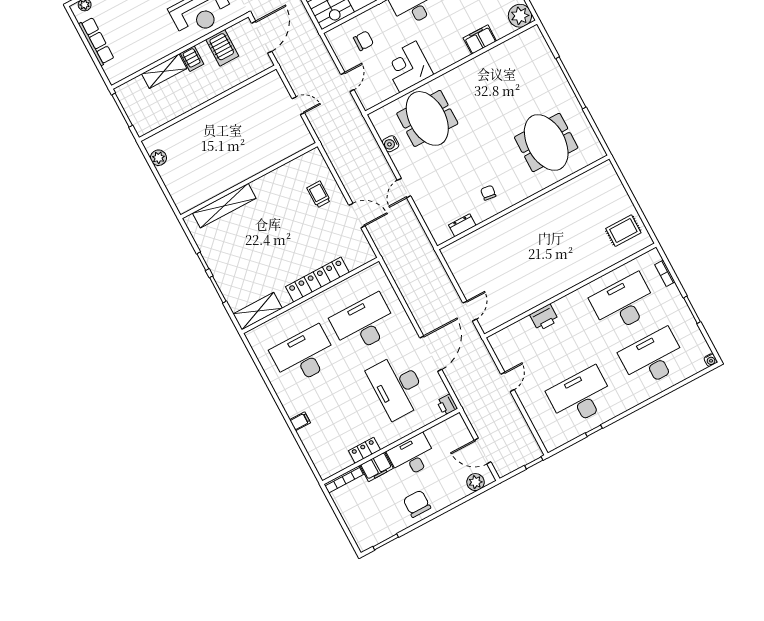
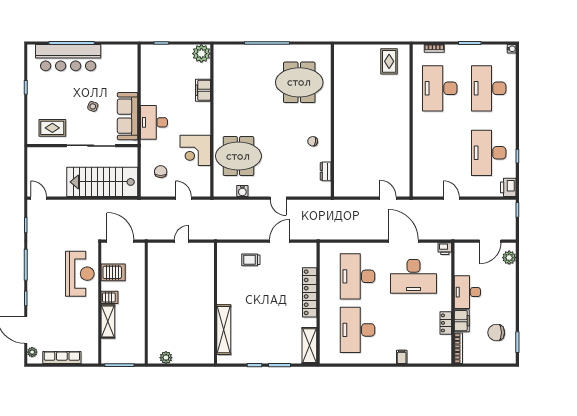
printer: (544, 318) -> (508, 187), moved, turned 180
chair: (417, 504) -> (496, 333), moved

